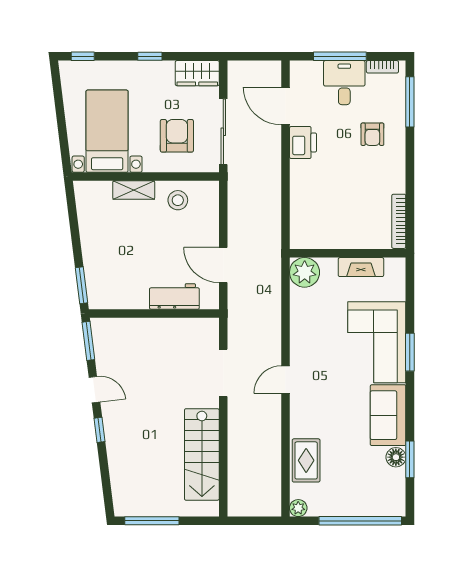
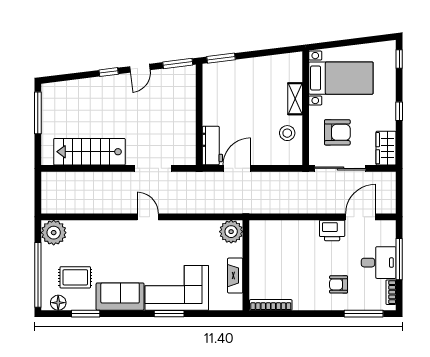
workbench: (174, 296) -> (212, 146), moved
floor lamp: (396, 457) -> (58, 303), moved
rug: (306, 460) -> (75, 277), moved
plant: (298, 508) -> (54, 233), width x1.88, depth x1.88

